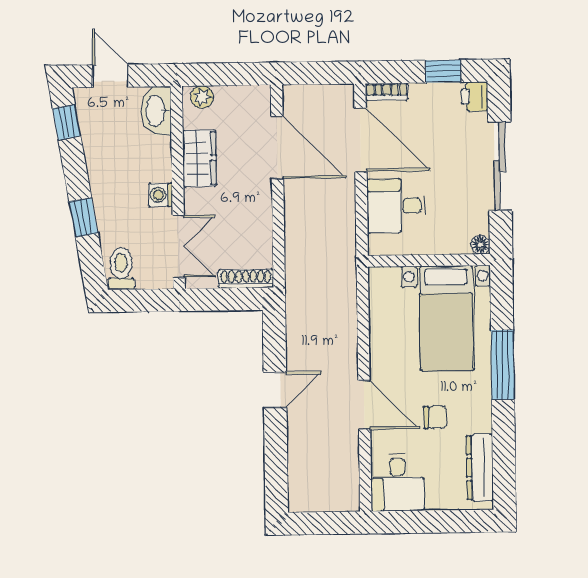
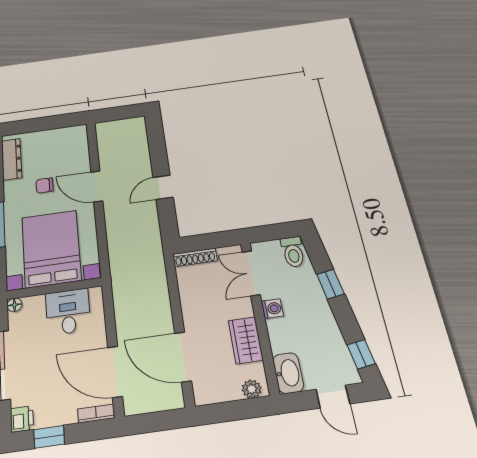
desk: (396, 206) -> (68, 312), moved, turned -90
bed with nightstands: (446, 318) -> (51, 249), width x1.36
desk: (397, 482) -> (70, 143), removed

